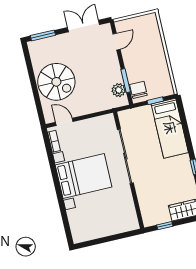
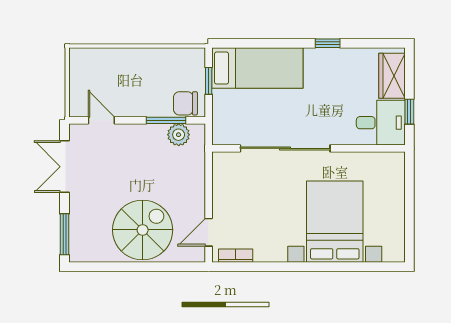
bed with nightstands: (84, 176) -> (335, 222), moved
desk: (154, 210) -> (381, 123), added

